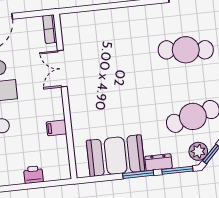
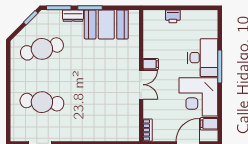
double door: (62, 69) -> (141, 85), moved
filing cabinet: (56, 128) -> (151, 64), moved
plant: (198, 151) -> (41, 21), removed

